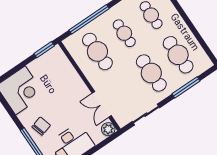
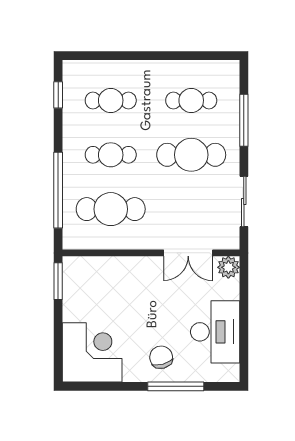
cafe table: (178, 55) -> (191, 100), width x0.73, depth x0.74

